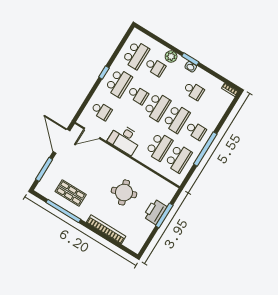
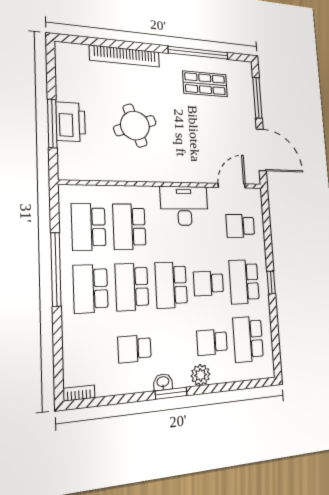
school desk: (196, 131) -> (91, 289), width x1.85

